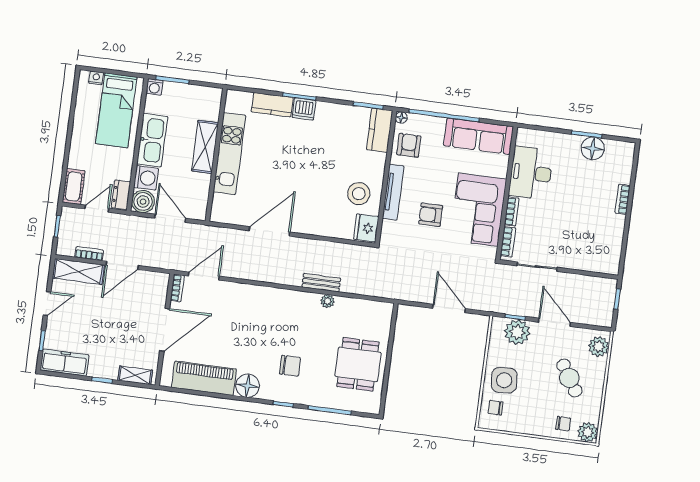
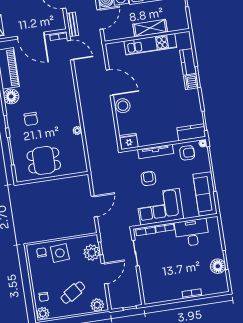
stool: (359, 194) -> (123, 106), moved
bench: (321, 283) -> (72, 24), moved

